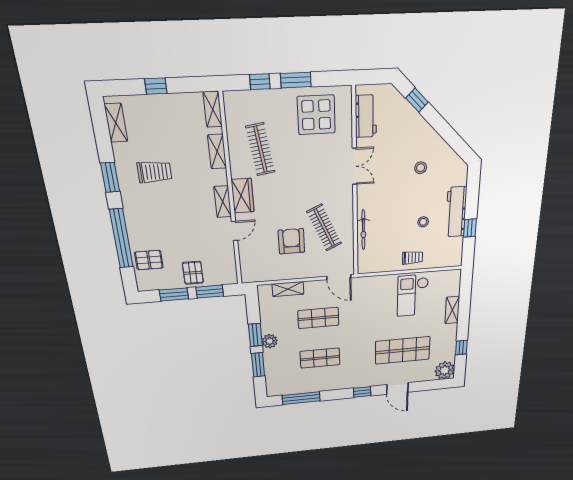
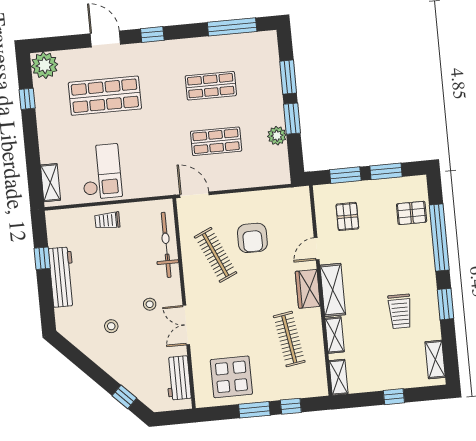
trolley: (154, 172) -> (400, 311), turned -90
shelving: (223, 202) -> (333, 290), width x1.50, depth x1.33
stool: (423, 222) -> (150, 304), moved
bicycle: (363, 230) -> (166, 245), width x1.37, depth x1.40
pallet: (193, 273) -> (347, 216), moved
shelving: (288, 289) -> (254, 179), removed
shelving: (452, 310) -> (50, 183), moved
plant: (270, 341) -> (277, 136), moved

